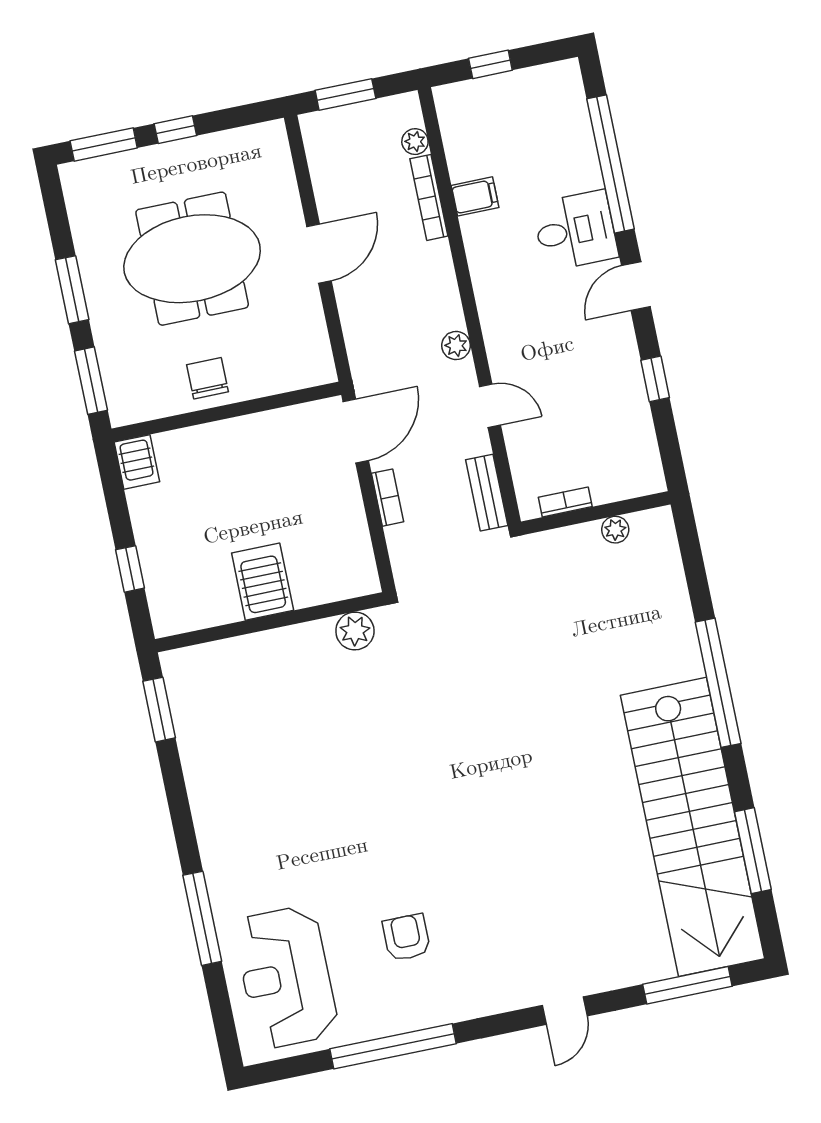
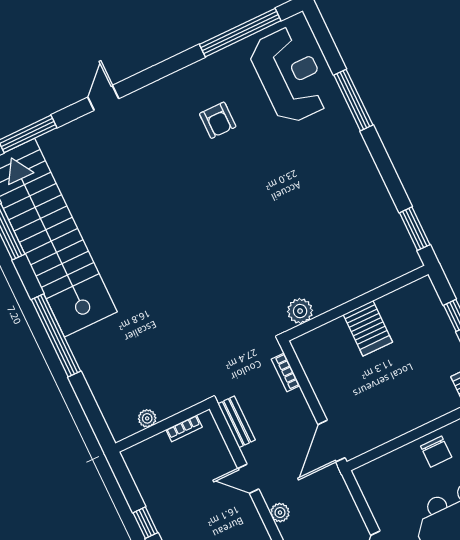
bookcase: (388, 498) -> (286, 372), moved
window: (393, 1046) -> (240, 33), moved

